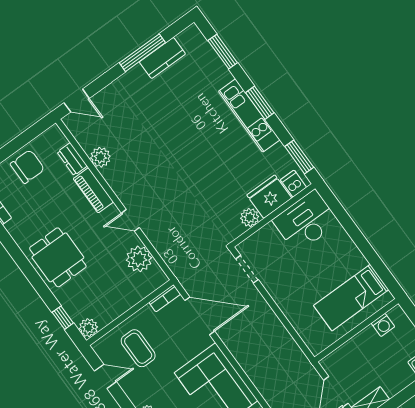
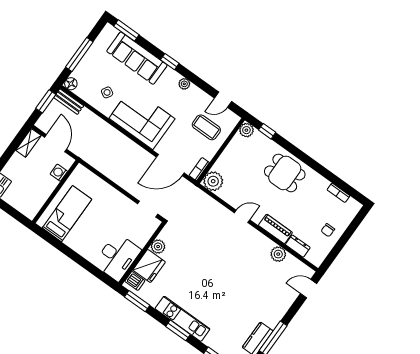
chair: (27, 167) -> (328, 230), width x0.54, depth x0.54
plant: (139, 259) -> (213, 181), moved
washing machine: (383, 325) -> (59, 173), moved

